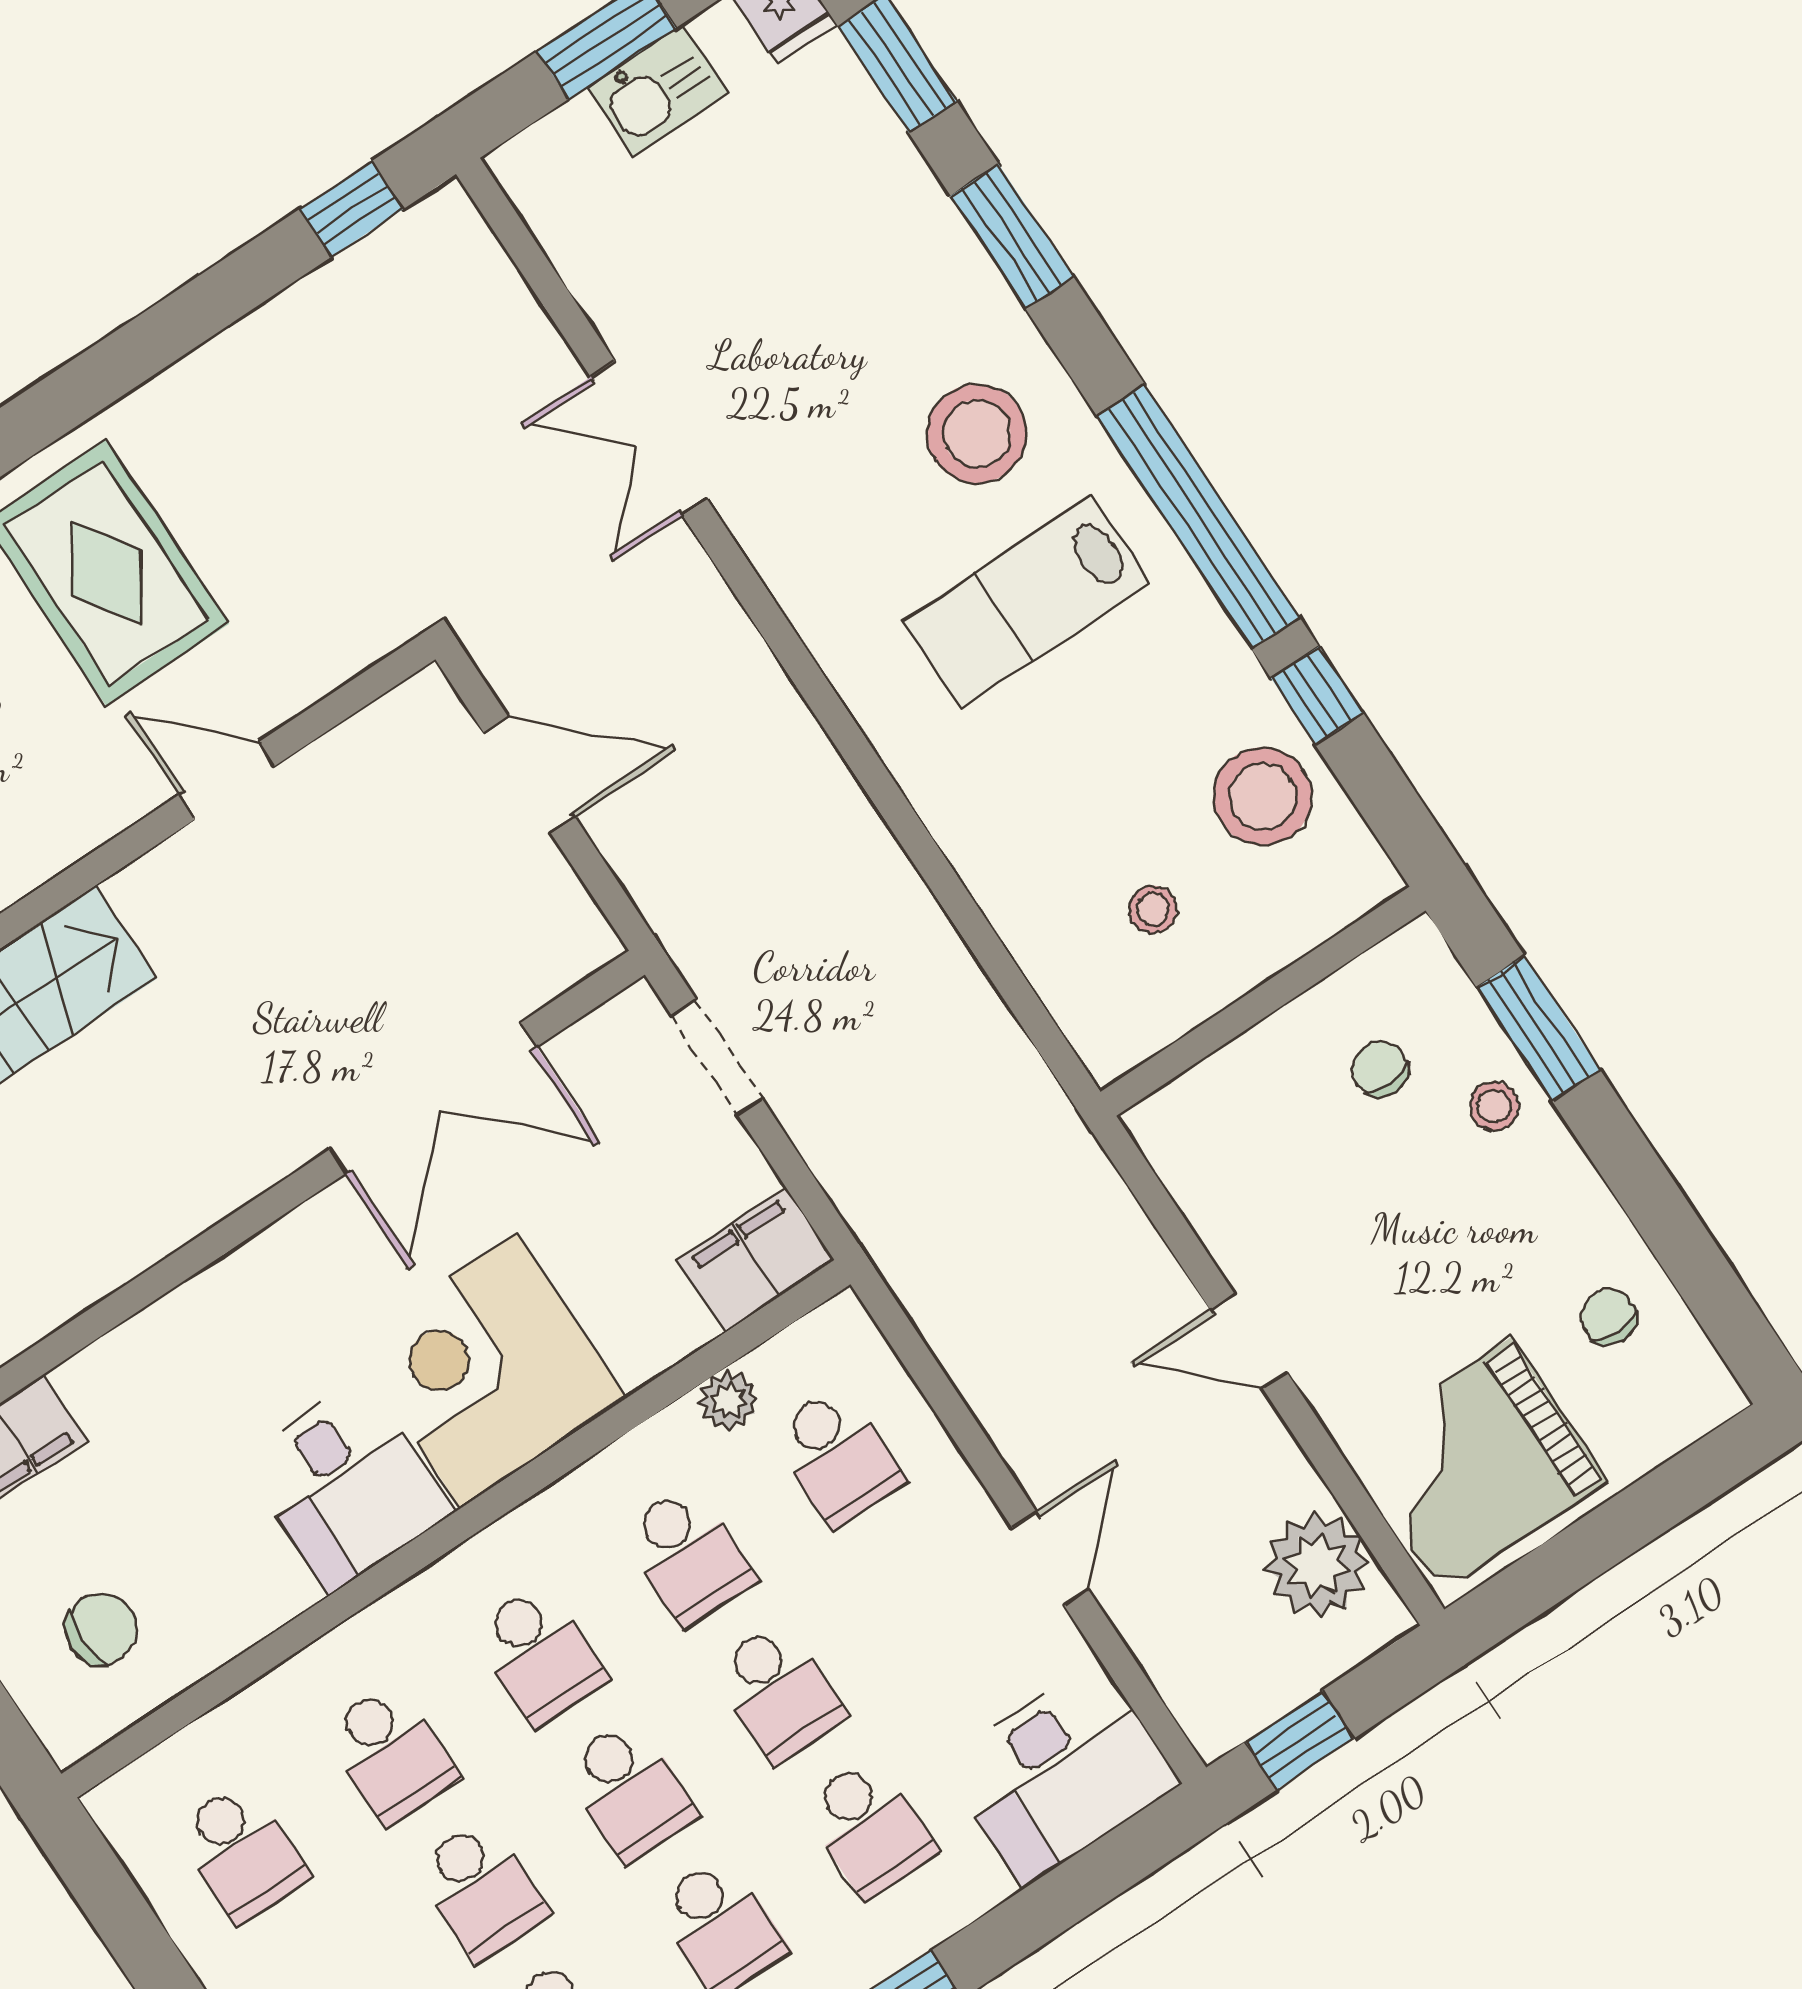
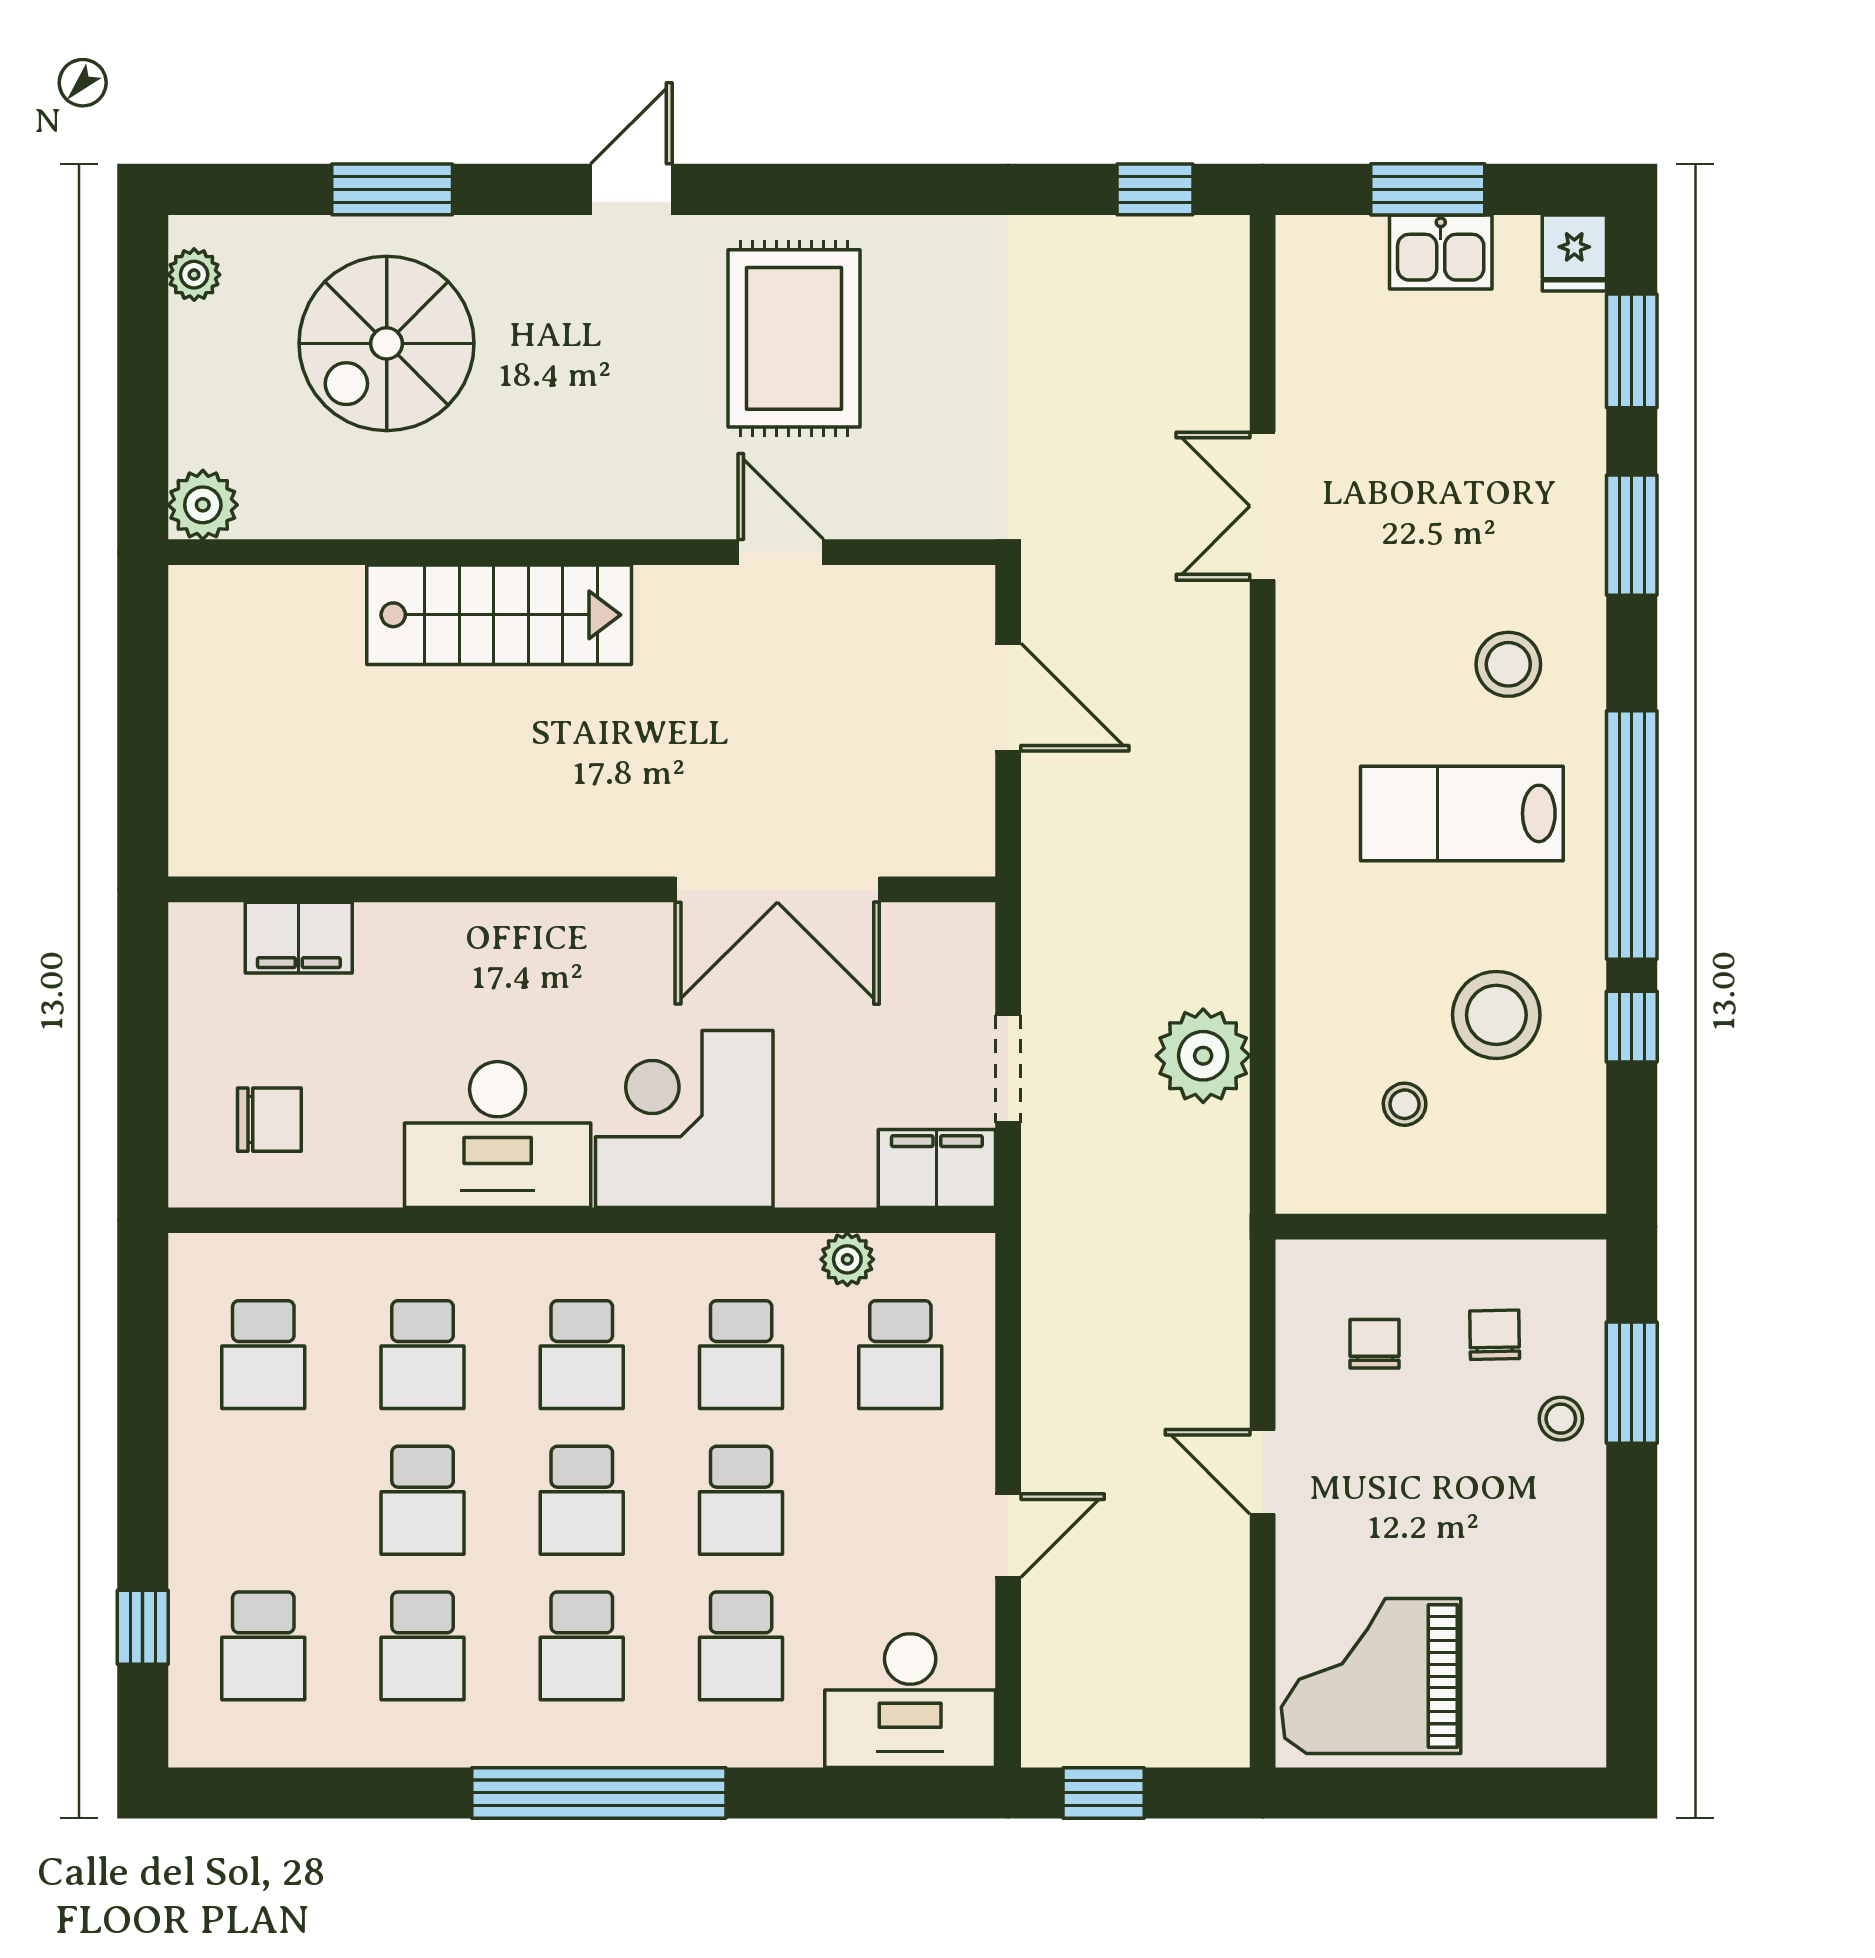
stool: (977, 434) -> (1508, 664), width x0.73, depth x0.73
stool: (1263, 796) -> (1496, 1015), moved
doorway: (717, 1057) -> (1008, 1069), moved
chair: (1609, 1317) -> (1375, 1344), moved
desk: (347, 1485) -> (498, 1135), width x1.37
plant: (1317, 1565) -> (1203, 1056), moved

